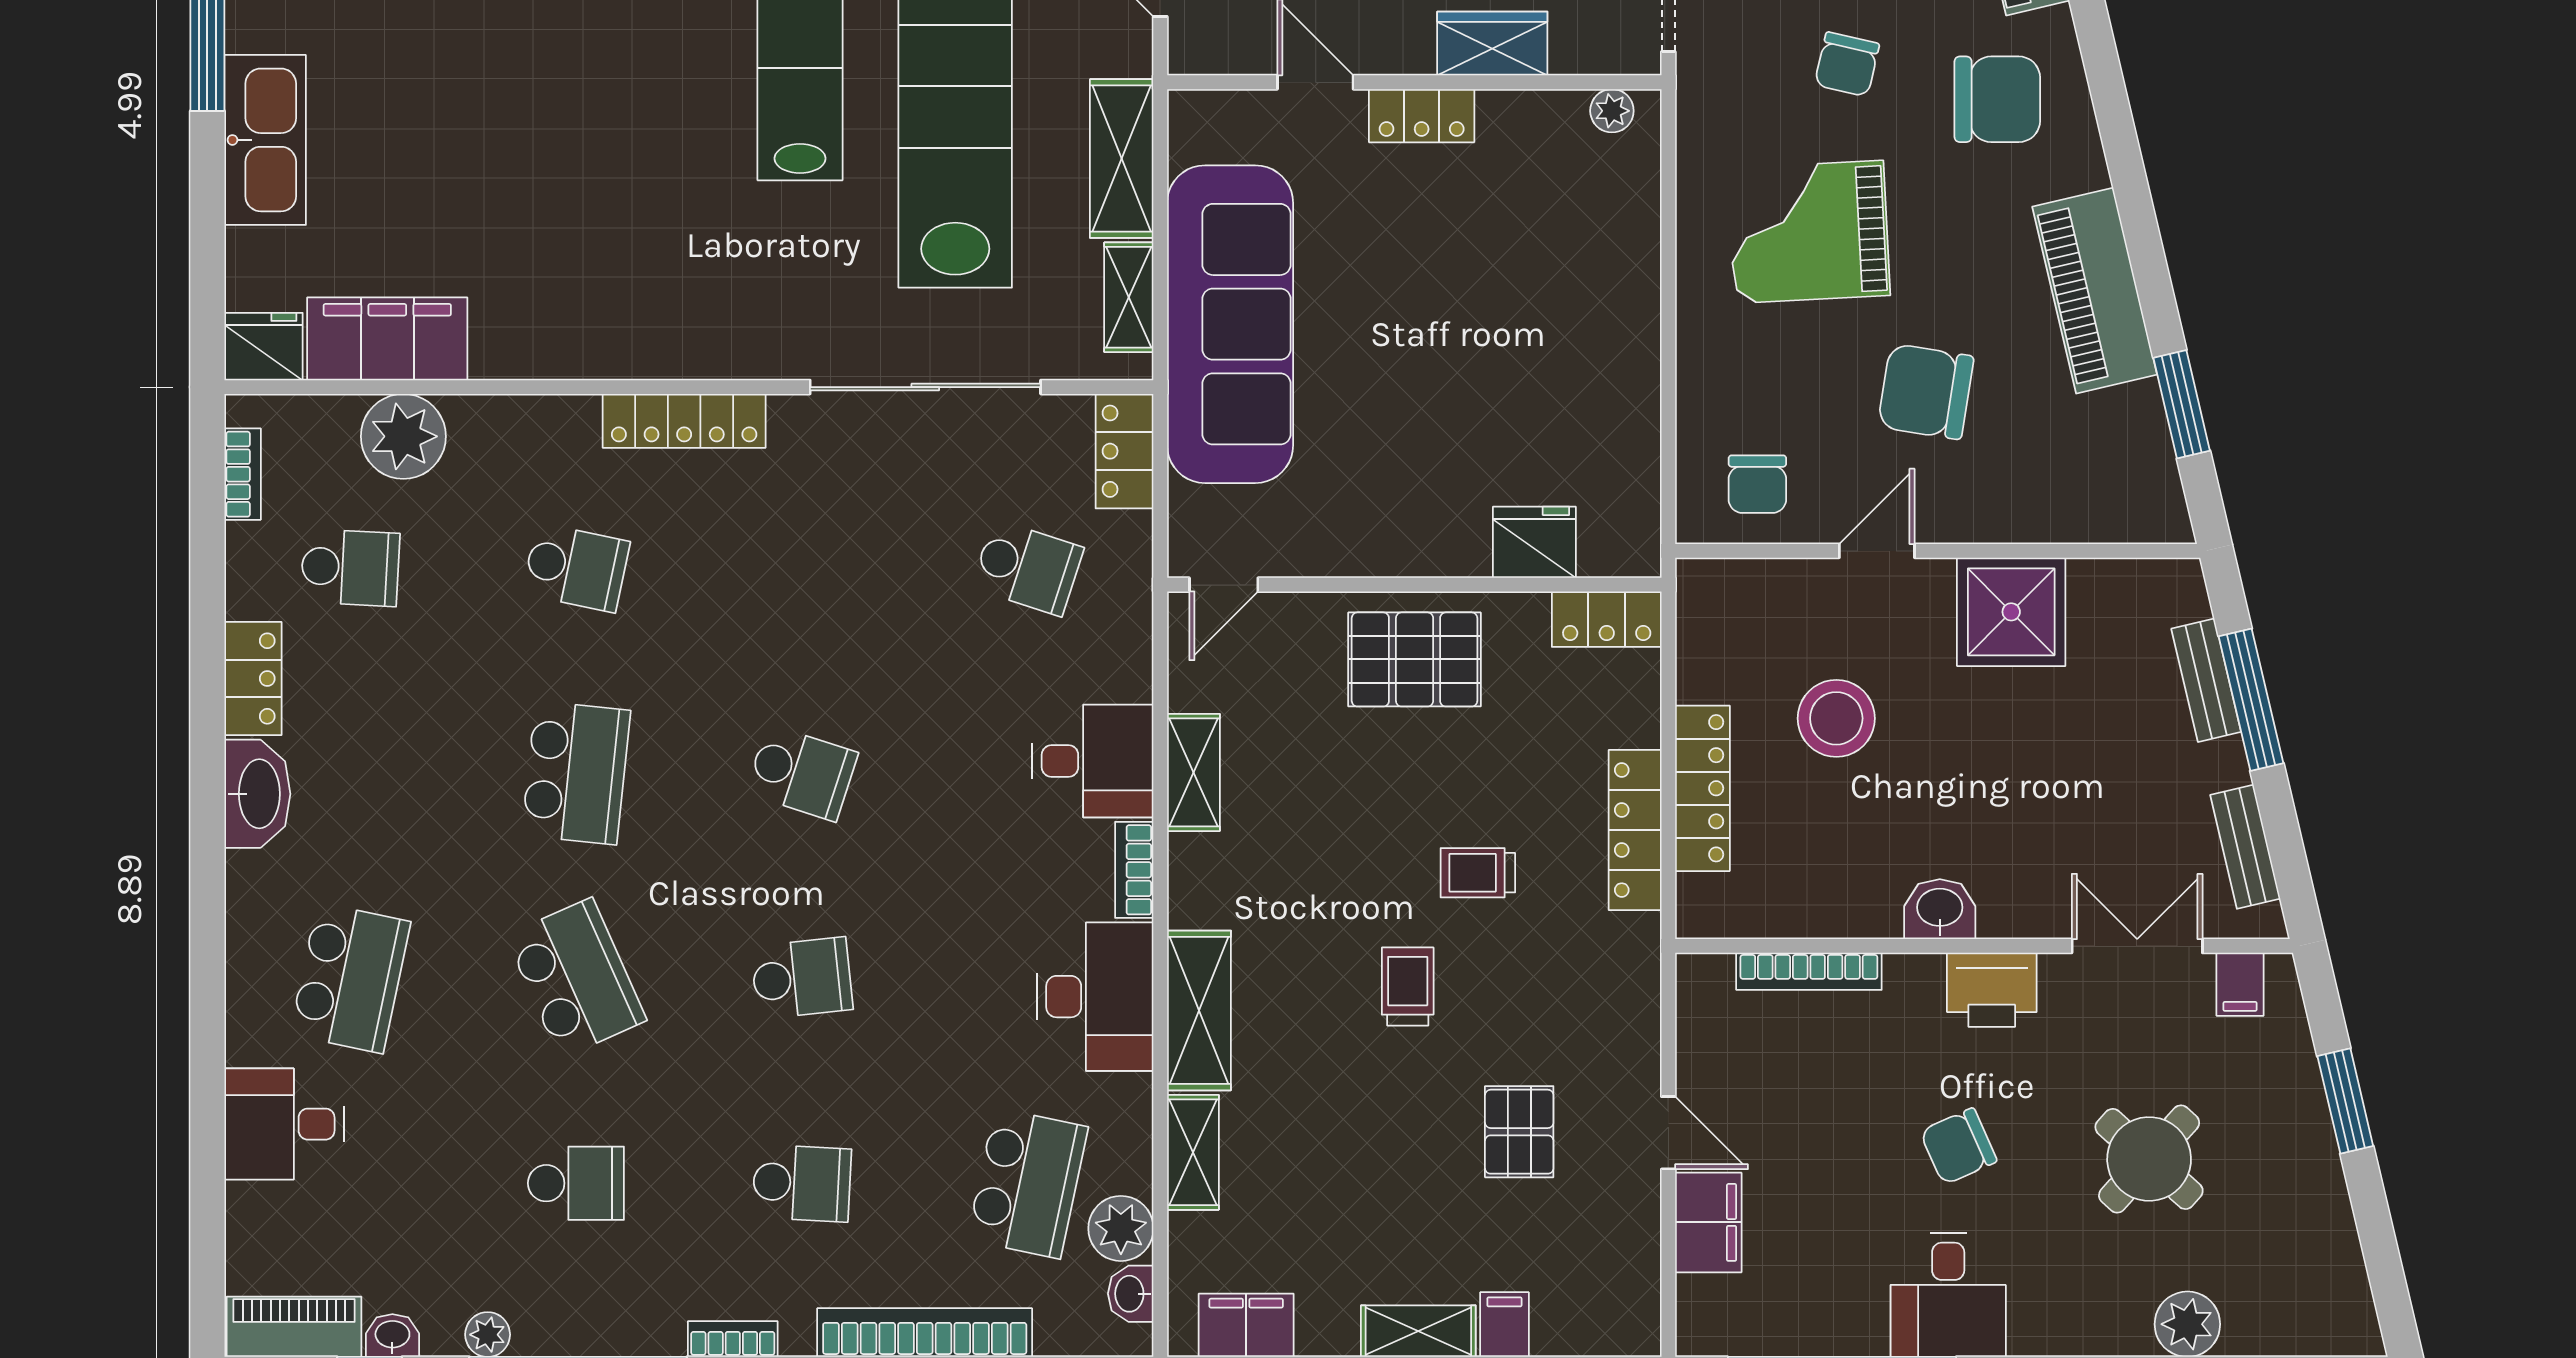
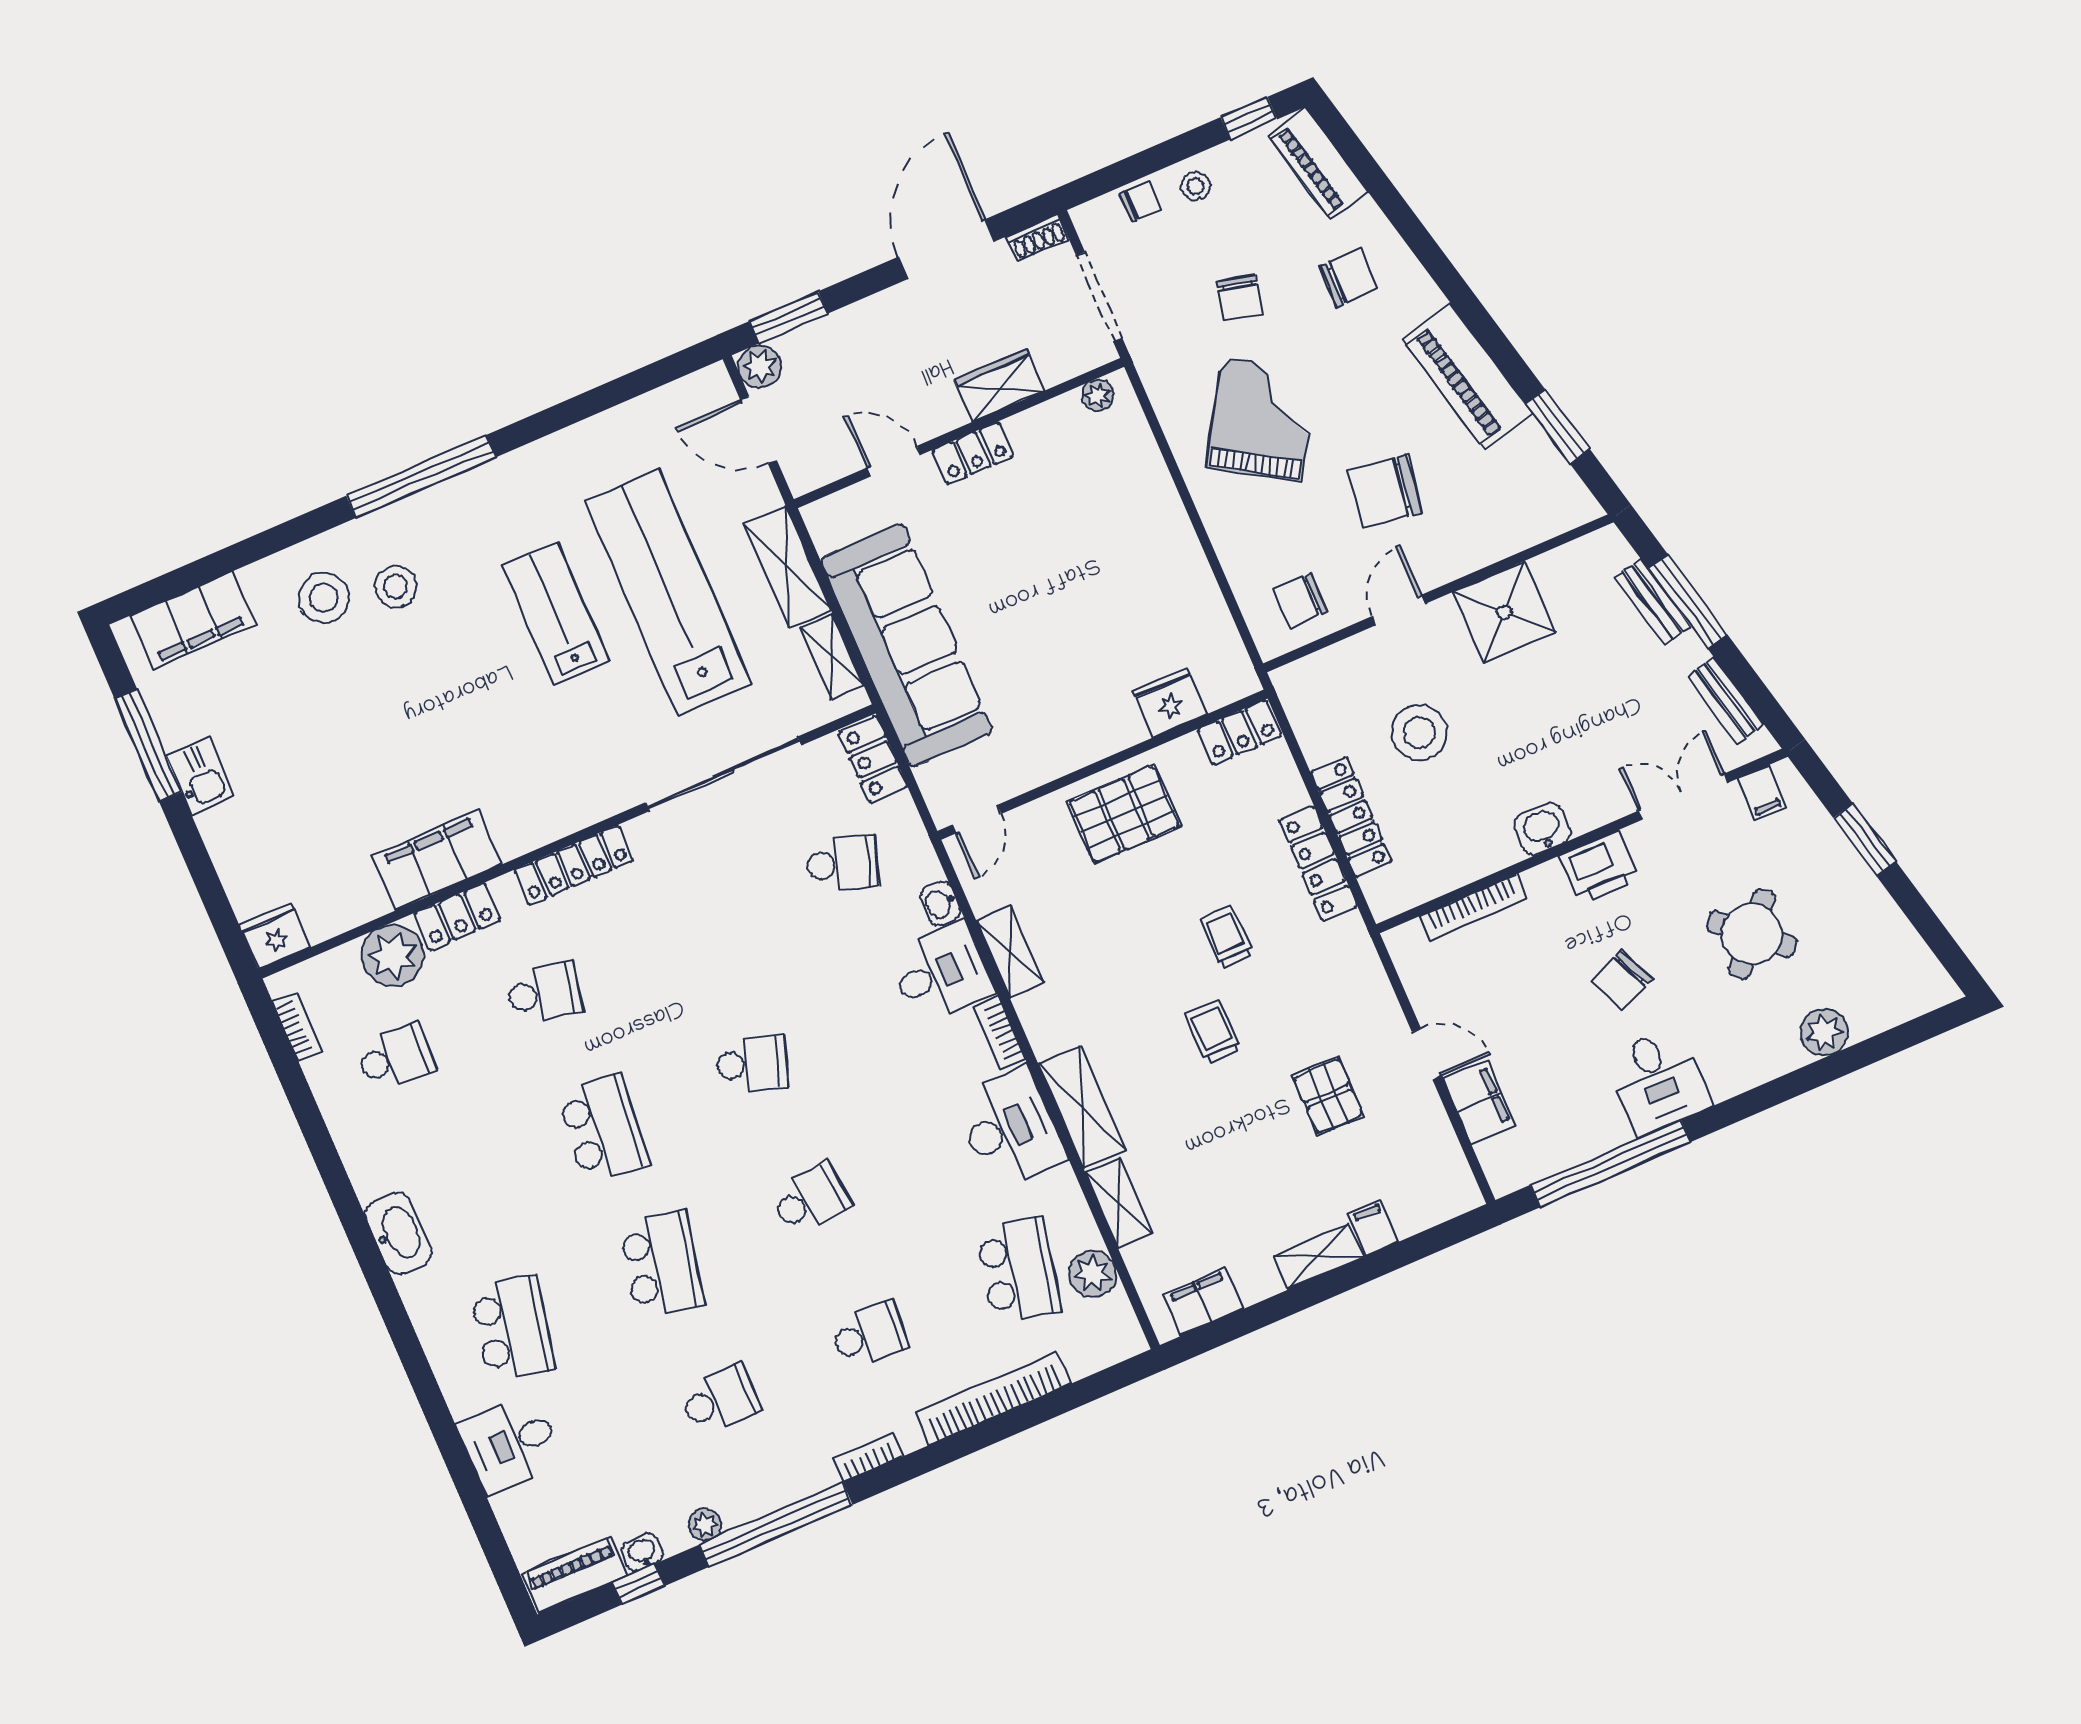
chair: (1997, 99) -> (1349, 278), width x0.73, depth x0.73
kitchen sink: (265, 140) -> (200, 776), width x0.53, depth x0.81
grand piano: (1809, 232) -> (1262, 419), turned 125
filing cabinet: (387, 339) -> (437, 860), moved
chair: (1757, 484) -> (1300, 600), turned 90
locker: (253, 679) -> (457, 917), moved, turned 90
trolley: (1478, 873) -> (1227, 937), turned 90
school desk: (576, 978) -> (661, 1264), turned 36
washbasin: (1131, 1294) -> (940, 903), moved

